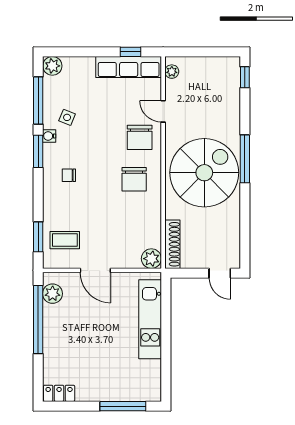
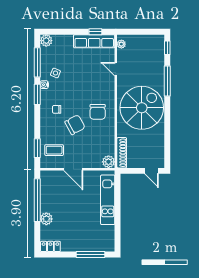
chair: (140, 137) -> (75, 125), moved, turned -119
window: (245, 159) -> (167, 81), moved
plant: (53, 294) -> (46, 219), moved

